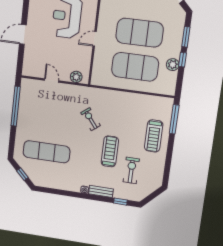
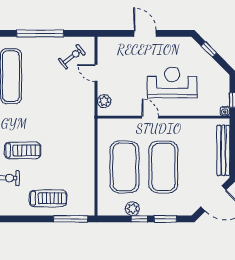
door: (52, 81) -> (96, 73), swing flipped
window: (16, 106) -> (40, 33), moved
exercise bike: (90, 119) -> (72, 57), moved
treadmill: (154, 136) -> (48, 198), turned 180

